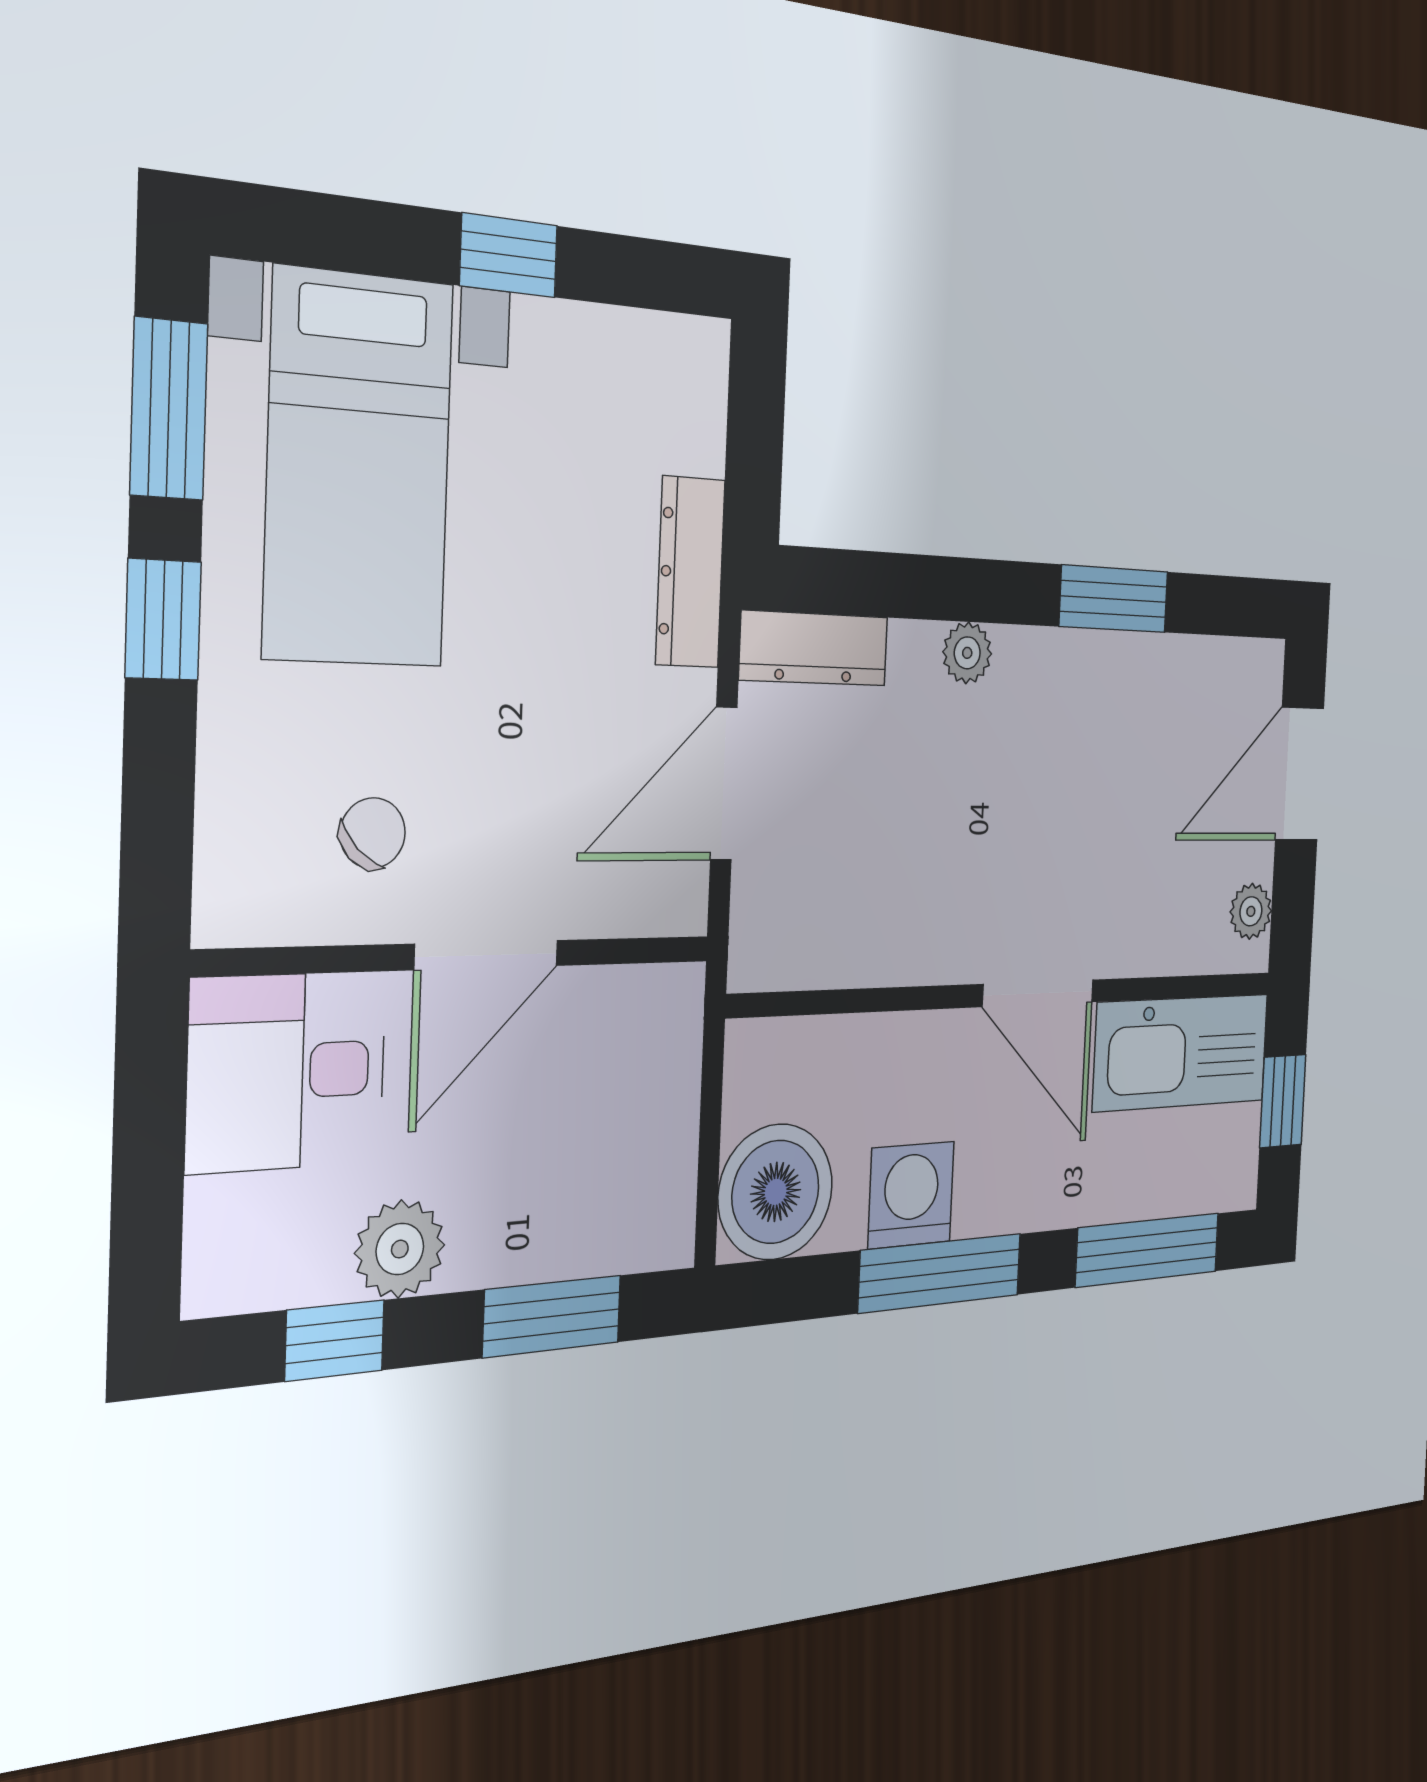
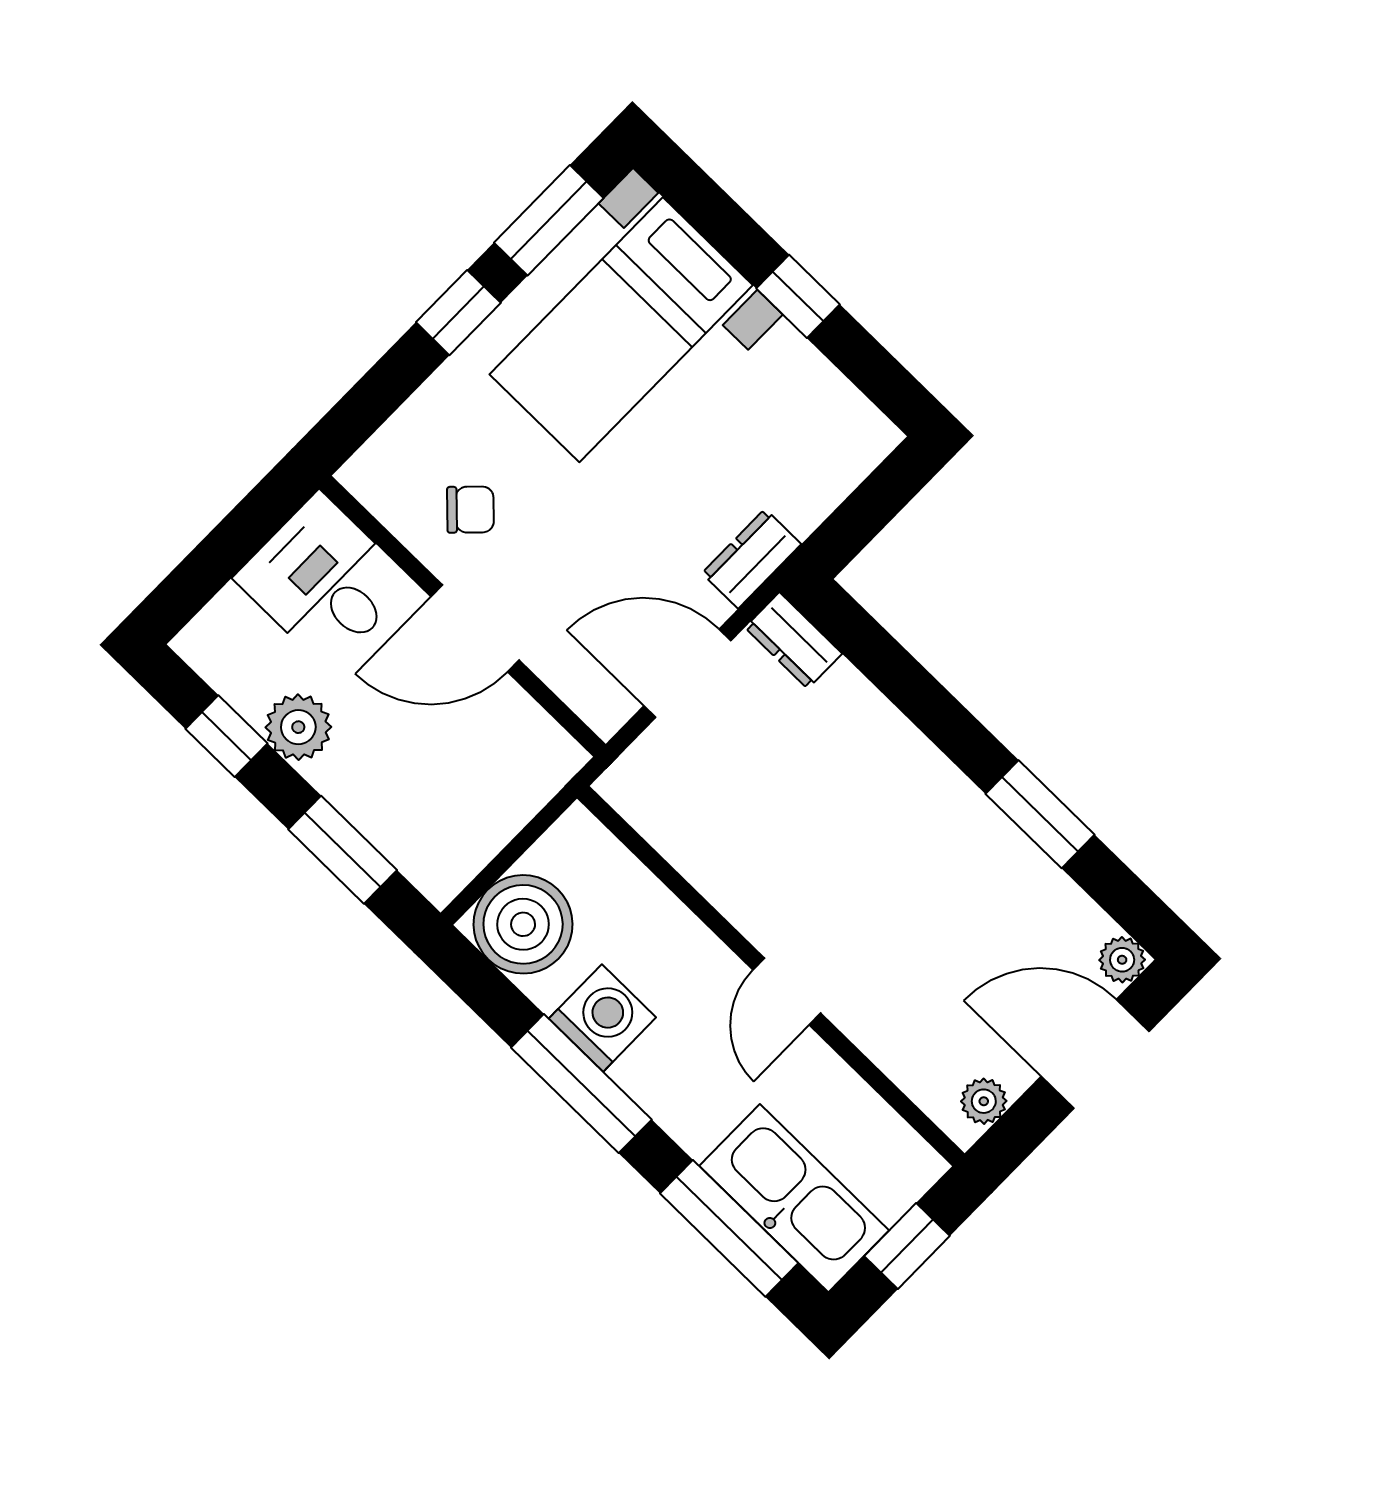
dresser: (690, 572) -> (751, 559), width x0.70
dresser: (814, 648) -> (794, 641), width x0.70
plant: (967, 653) -> (1122, 960), moved
door: (1038, 993) -> (787, 992), width x0.73
kitchen sink: (1181, 1052) -> (794, 1198), moved, turned 180

